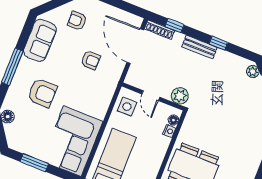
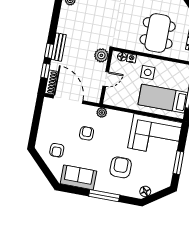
window: (218, 43) -> (49, 51), moved
door: (135, 46) -> (68, 99), swing flipped
plant: (112, 83) -> (102, 113), added
side table: (127, 107) -> (148, 72), moved

